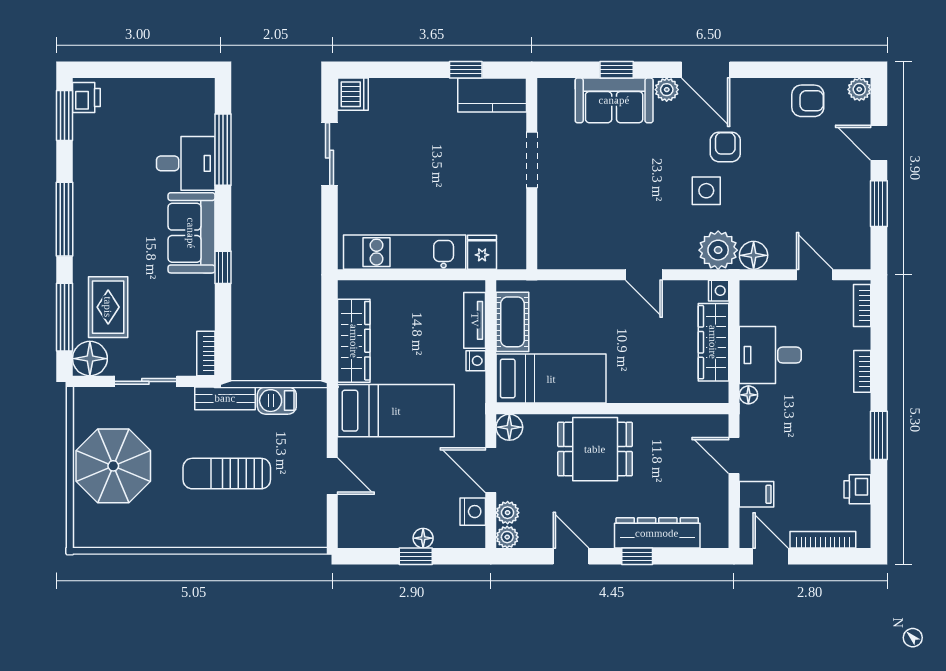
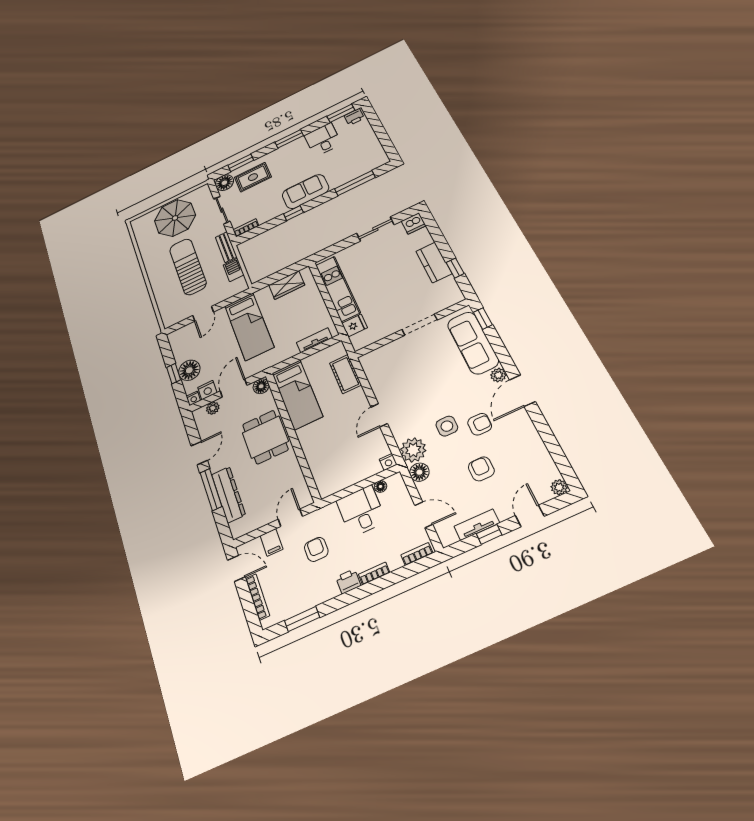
window: (617, 70) -> (483, 319), moved
kitchen counter: (492, 95) -> (434, 262), moved
sofa: (614, 100) -> (473, 343), width x1.36
armchair: (808, 101) -> (481, 469), moved, turned 180
desk: (186, 163) -> (323, 140), moved, turned 180
window: (879, 204) -> (489, 534), width x0.67
tv unit: (859, 213) -> (477, 525), added
window: (64, 219) -> (289, 139), width x0.69
door: (815, 275) -> (424, 515), hinge flipped
window: (64, 317) -> (241, 163), width x0.69
cot: (512, 322) -> (345, 374), moved, turned 90
wardrobe: (354, 341) -> (287, 285), width x0.67
wardrobe: (713, 342) -> (355, 474), removed
nightstand: (476, 361) -> (193, 398), moved
floor lamp: (748, 395) -> (381, 486), moved
window: (879, 435) -> (302, 619), moved
armchair: (795, 436) -> (316, 549), added
sun lounger: (227, 474) -> (188, 267), width x1.36, depth x1.34
printer: (857, 489) -> (348, 581), moved
plant: (507, 537) -> (199, 414), removed
floor lamp: (423, 538) -> (189, 370), width x1.89, depth x1.89
window: (637, 556) -> (211, 490), width x2.17
door: (771, 556) -> (236, 568), hinge flipped

